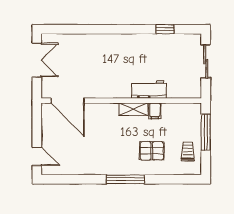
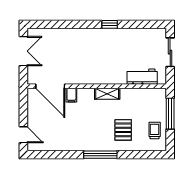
window: (165, 29) -> (110, 24), moved
workbench: (149, 89) -> (142, 77), moved
filing cabinet: (155, 111) -> (71, 95), moved
pallet: (152, 151) -> (123, 130), turned 90

